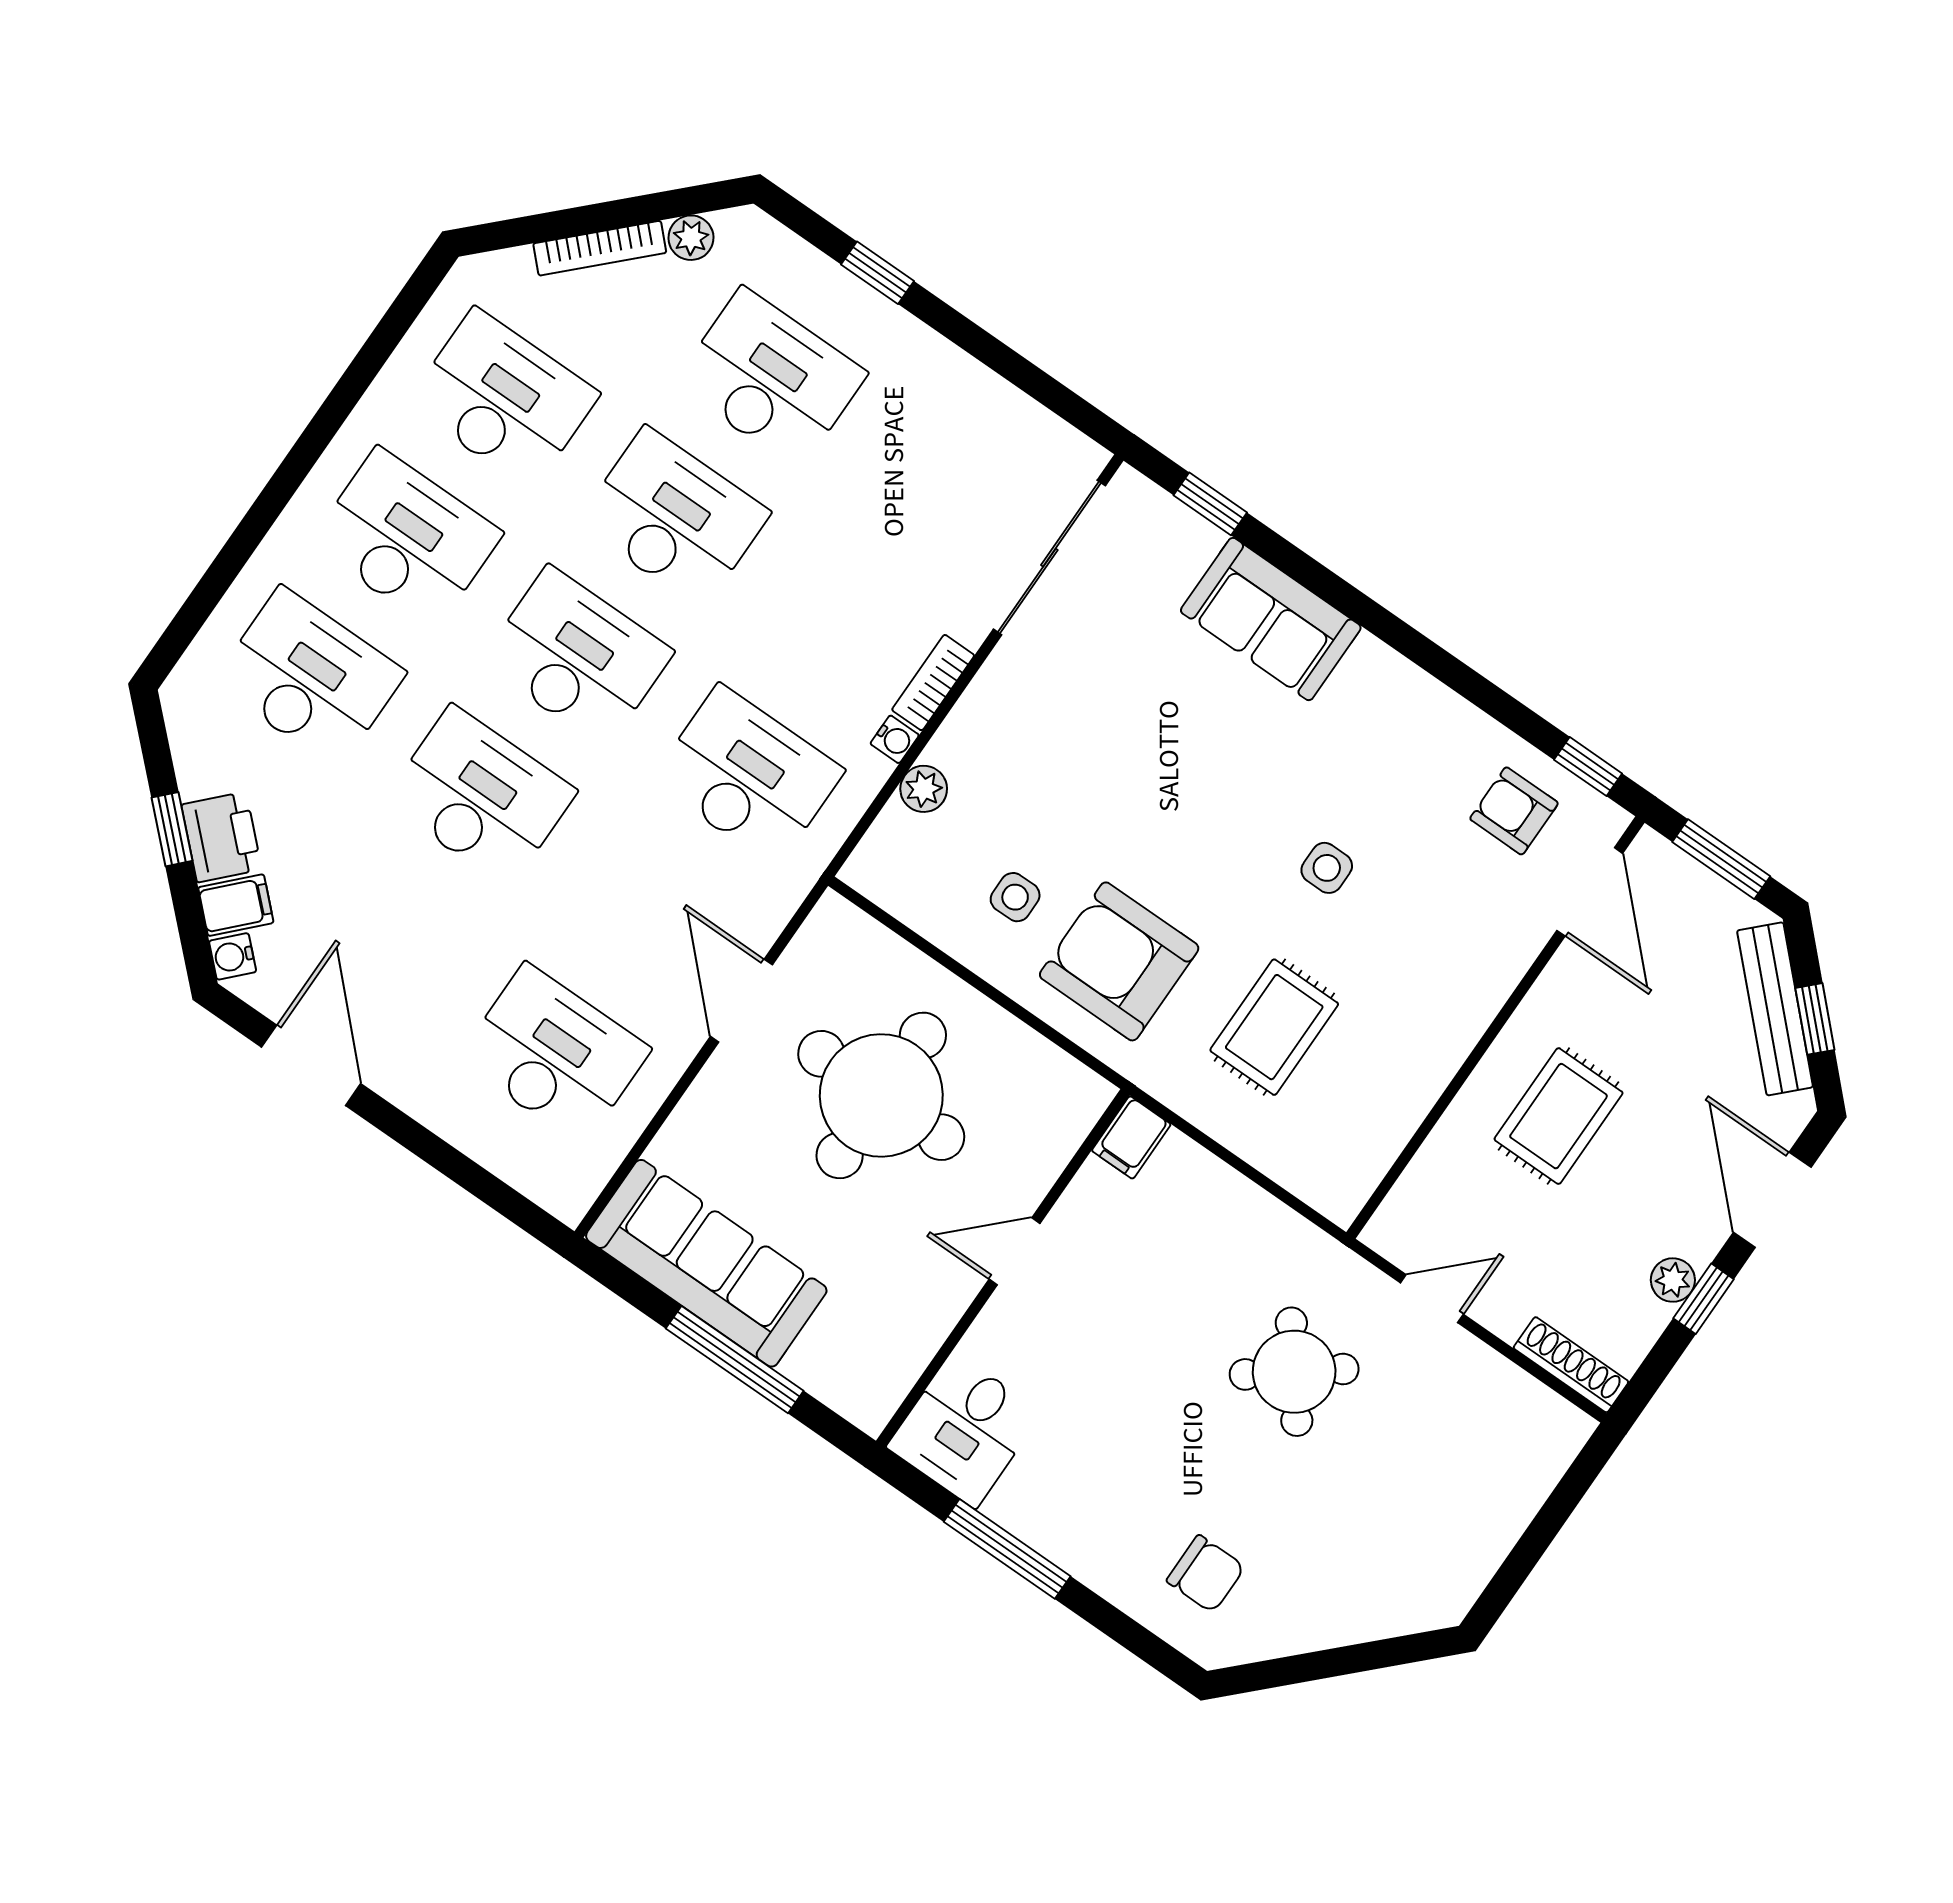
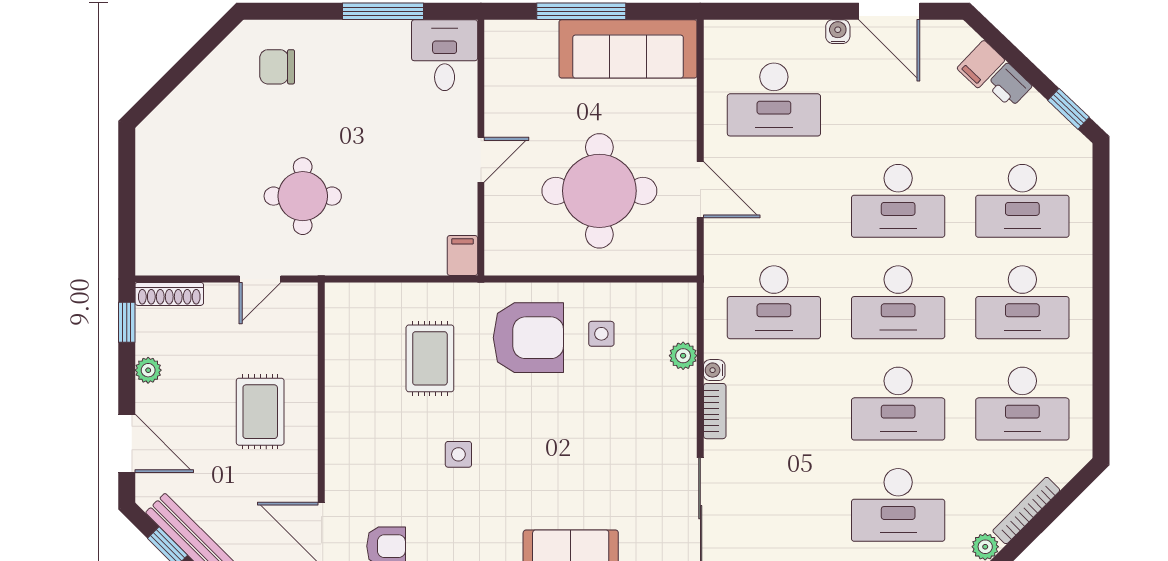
window: (172, 829) -> (1069, 109), moved
printer: (222, 837) -> (1009, 86), width x0.73, depth x0.81
water cooler: (233, 956) -> (838, 32), moved, turned -44
window: (1703, 1299) -> (127, 322), moved
round table: (1294, 1372) -> (303, 196), turned 38

